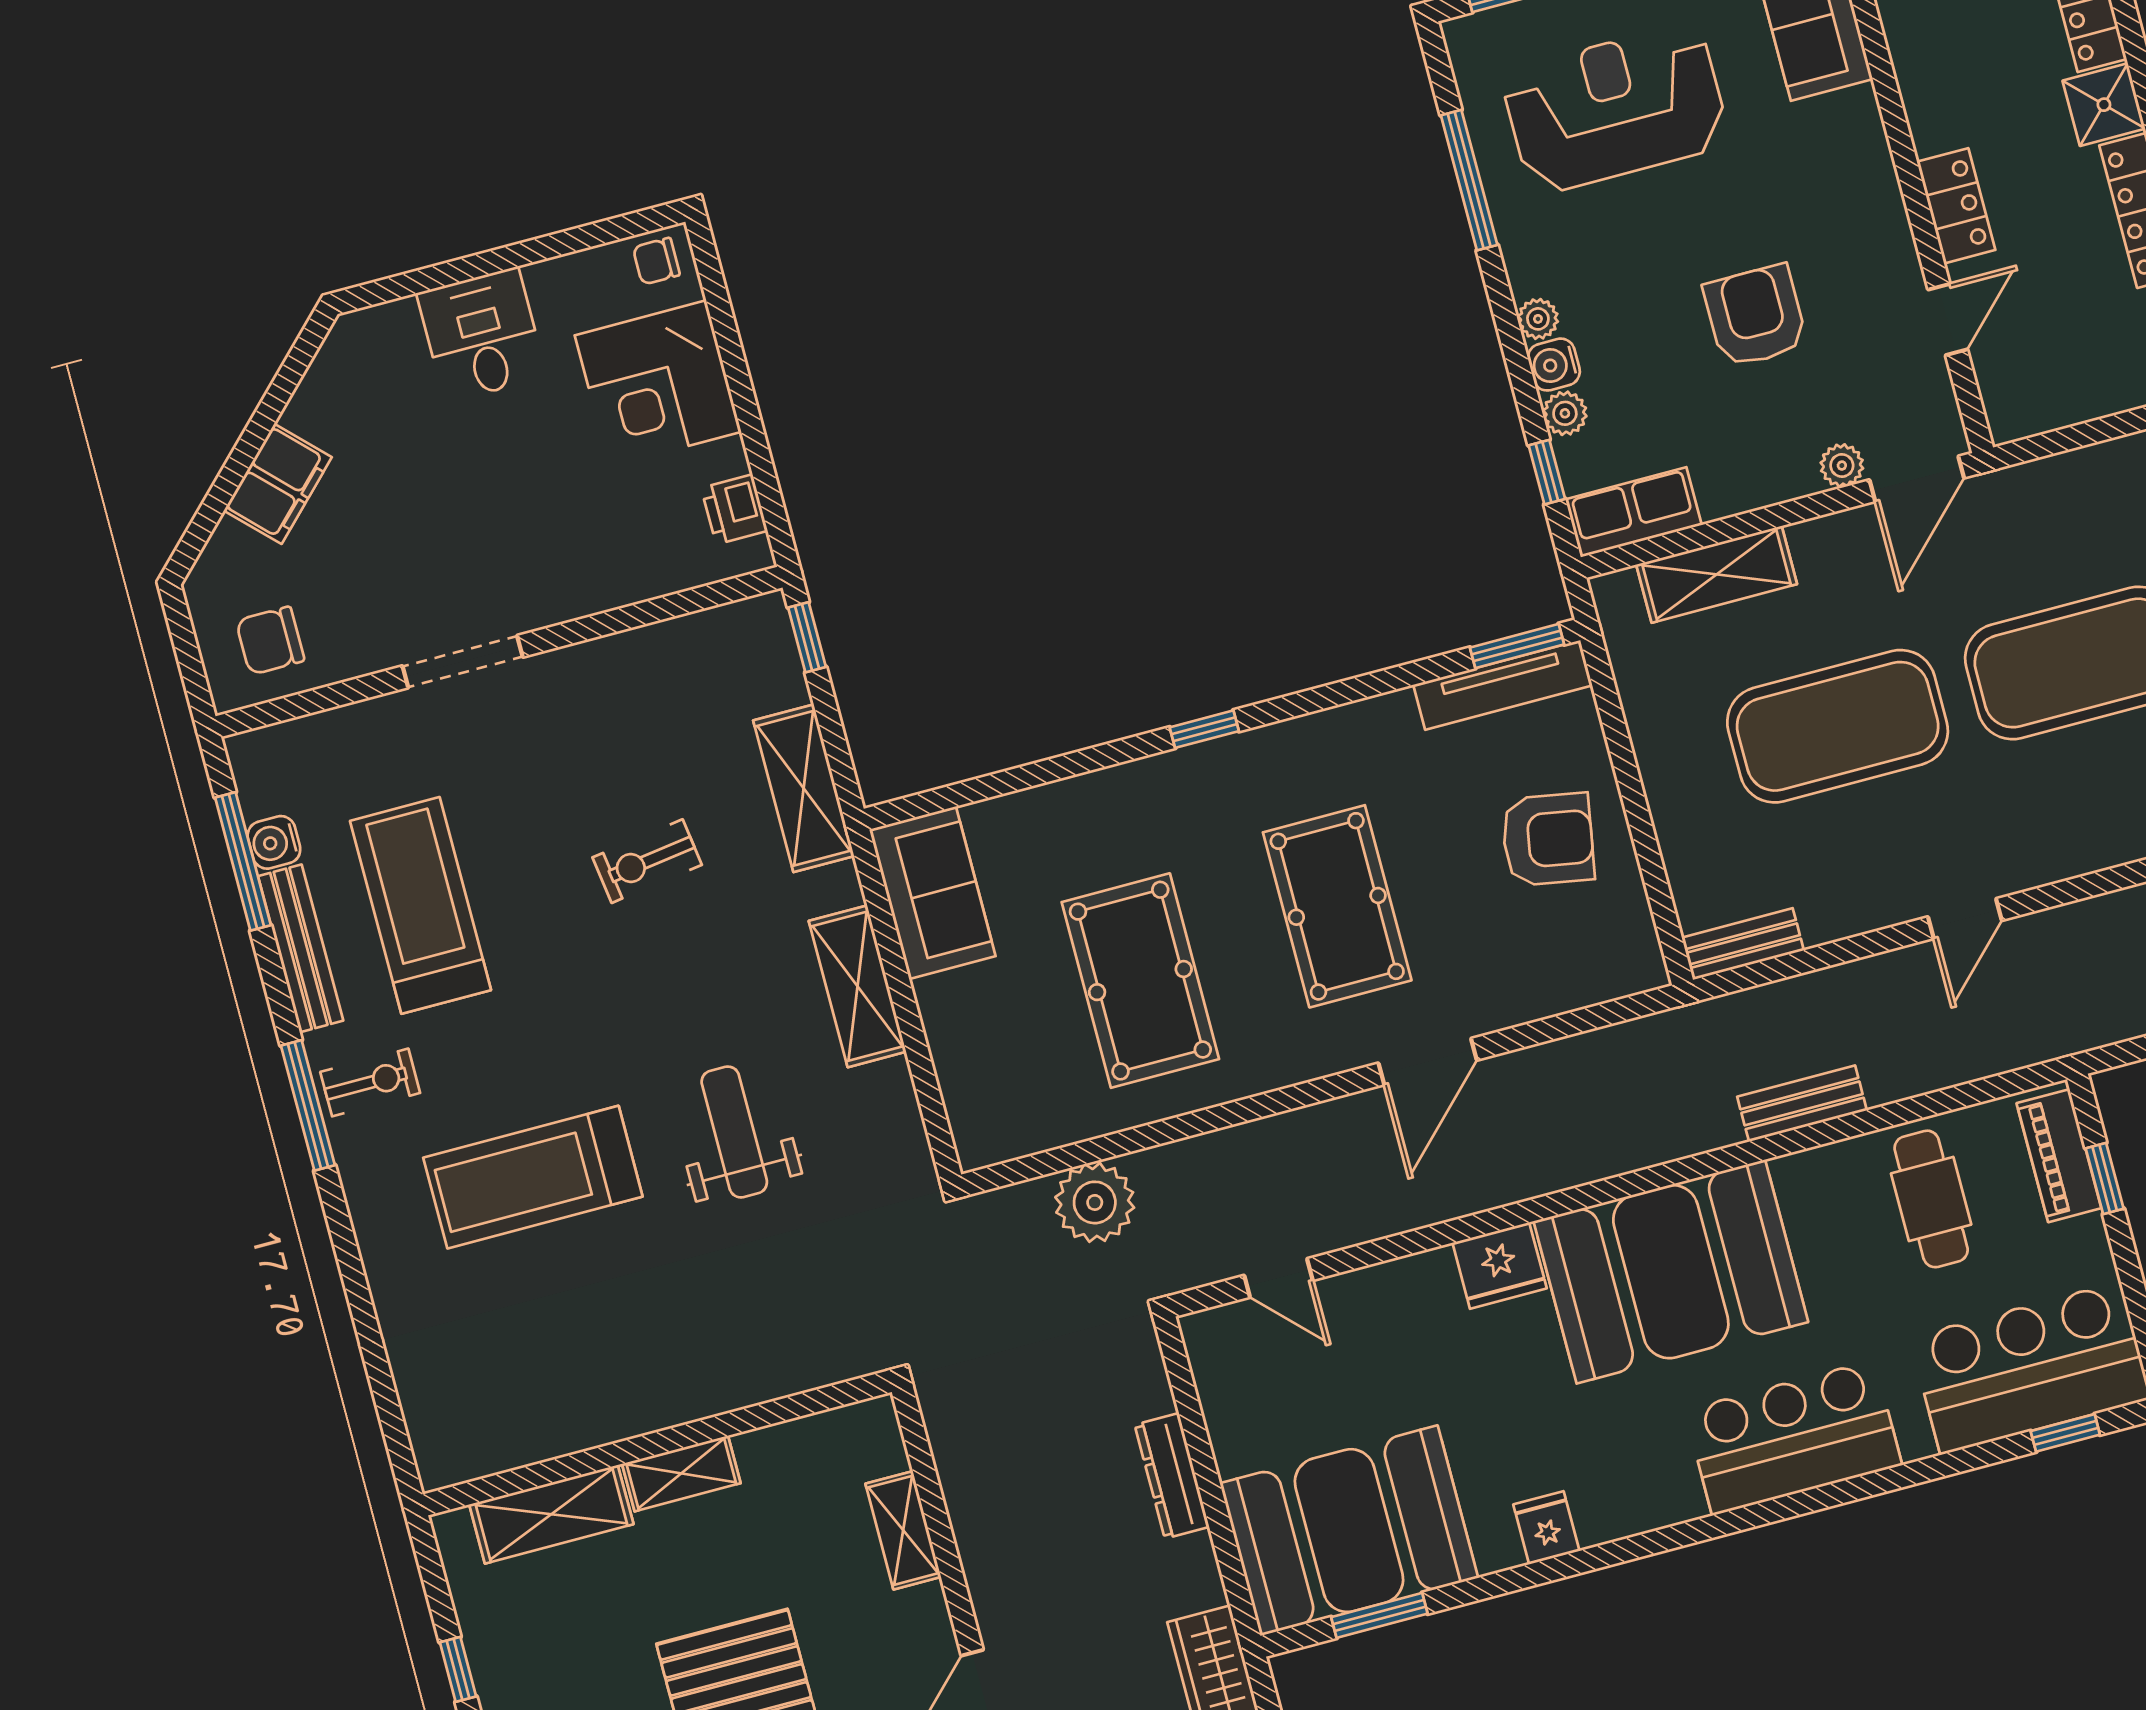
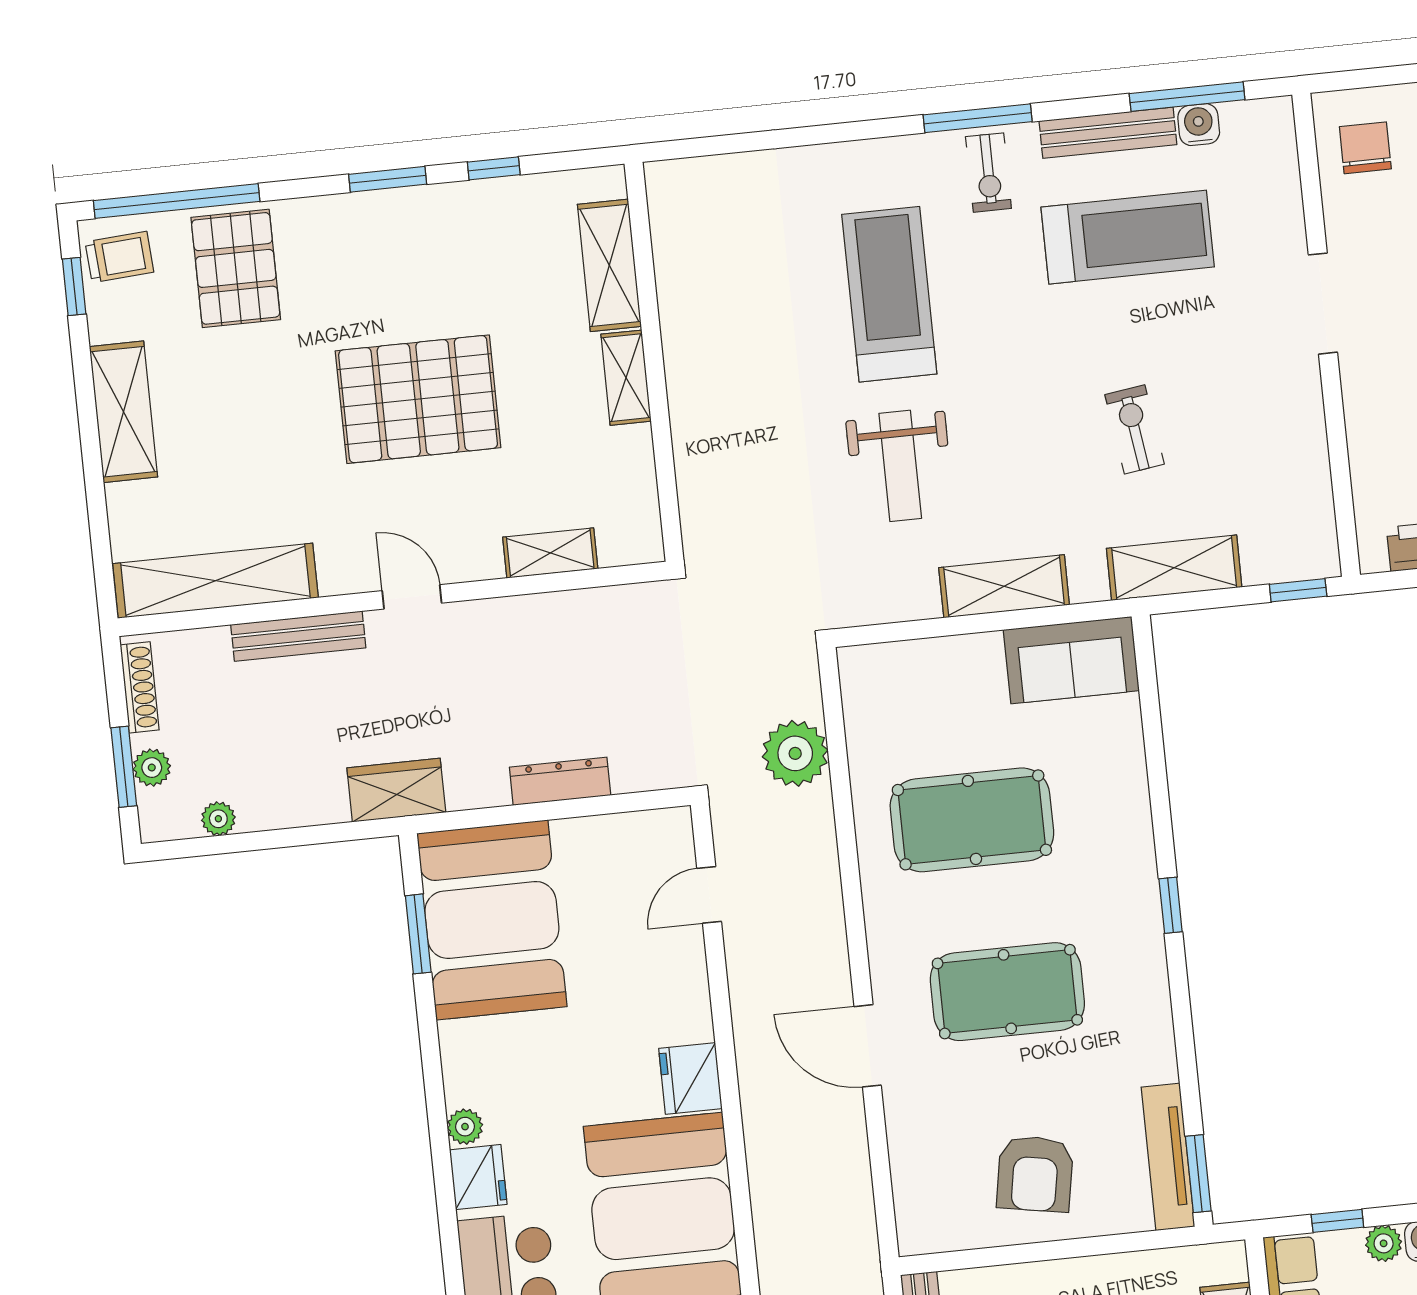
weight bench: (734, 1132) -> (900, 466), turned 90
plant: (1599, 1524) -> (465, 1127), added
fridge: (1546, 1528) -> (478, 1177), moved, width x1.38

